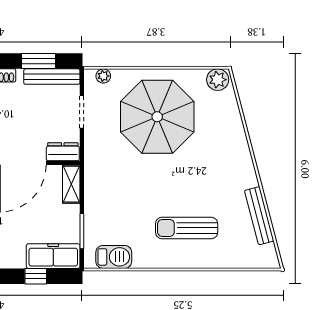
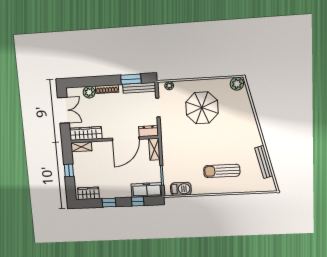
parasol: (157, 117) -> (202, 108), width x0.73, depth x0.73

